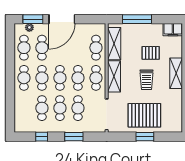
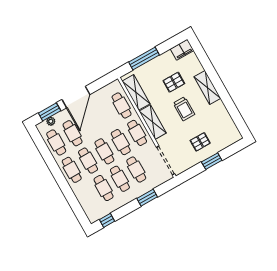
pallet: (144, 115) -> (200, 142), width x0.49, depth x0.50
window: (42, 137) -> (107, 220), moved

